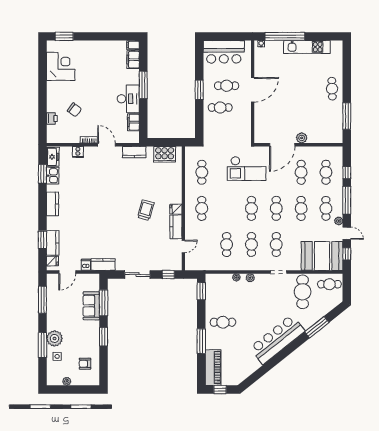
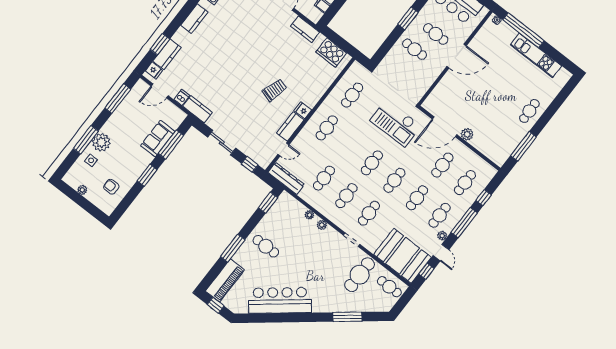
dresser: (201, 265) -> (286, 178), added
bar counter: (277, 339) -> (280, 300), moved

